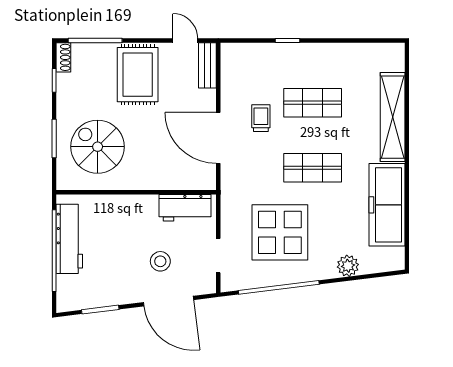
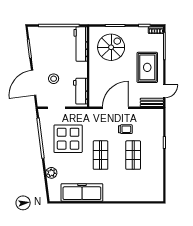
rug: (138, 75) -> (147, 67), turned 90
shelving: (393, 117) -> (126, 195), removed
workbench: (69, 239) -> (81, 44), moved, turned 90

